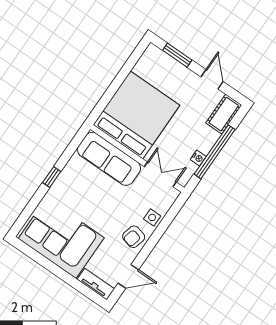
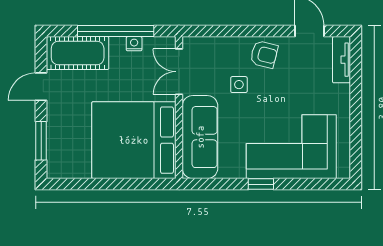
cot: (224, 114) -> (78, 53), width x1.37, depth x1.34
side table: (152, 217) -> (239, 85), moved
corner sofa: (61, 238) -> (291, 147), moved, turned 90

